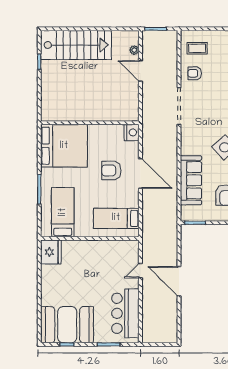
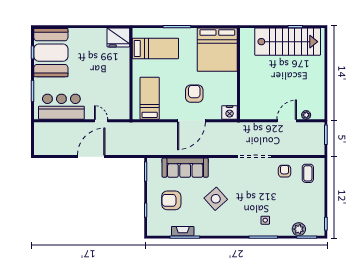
stairs: (76, 45) -> (288, 42), moved, turned -90

